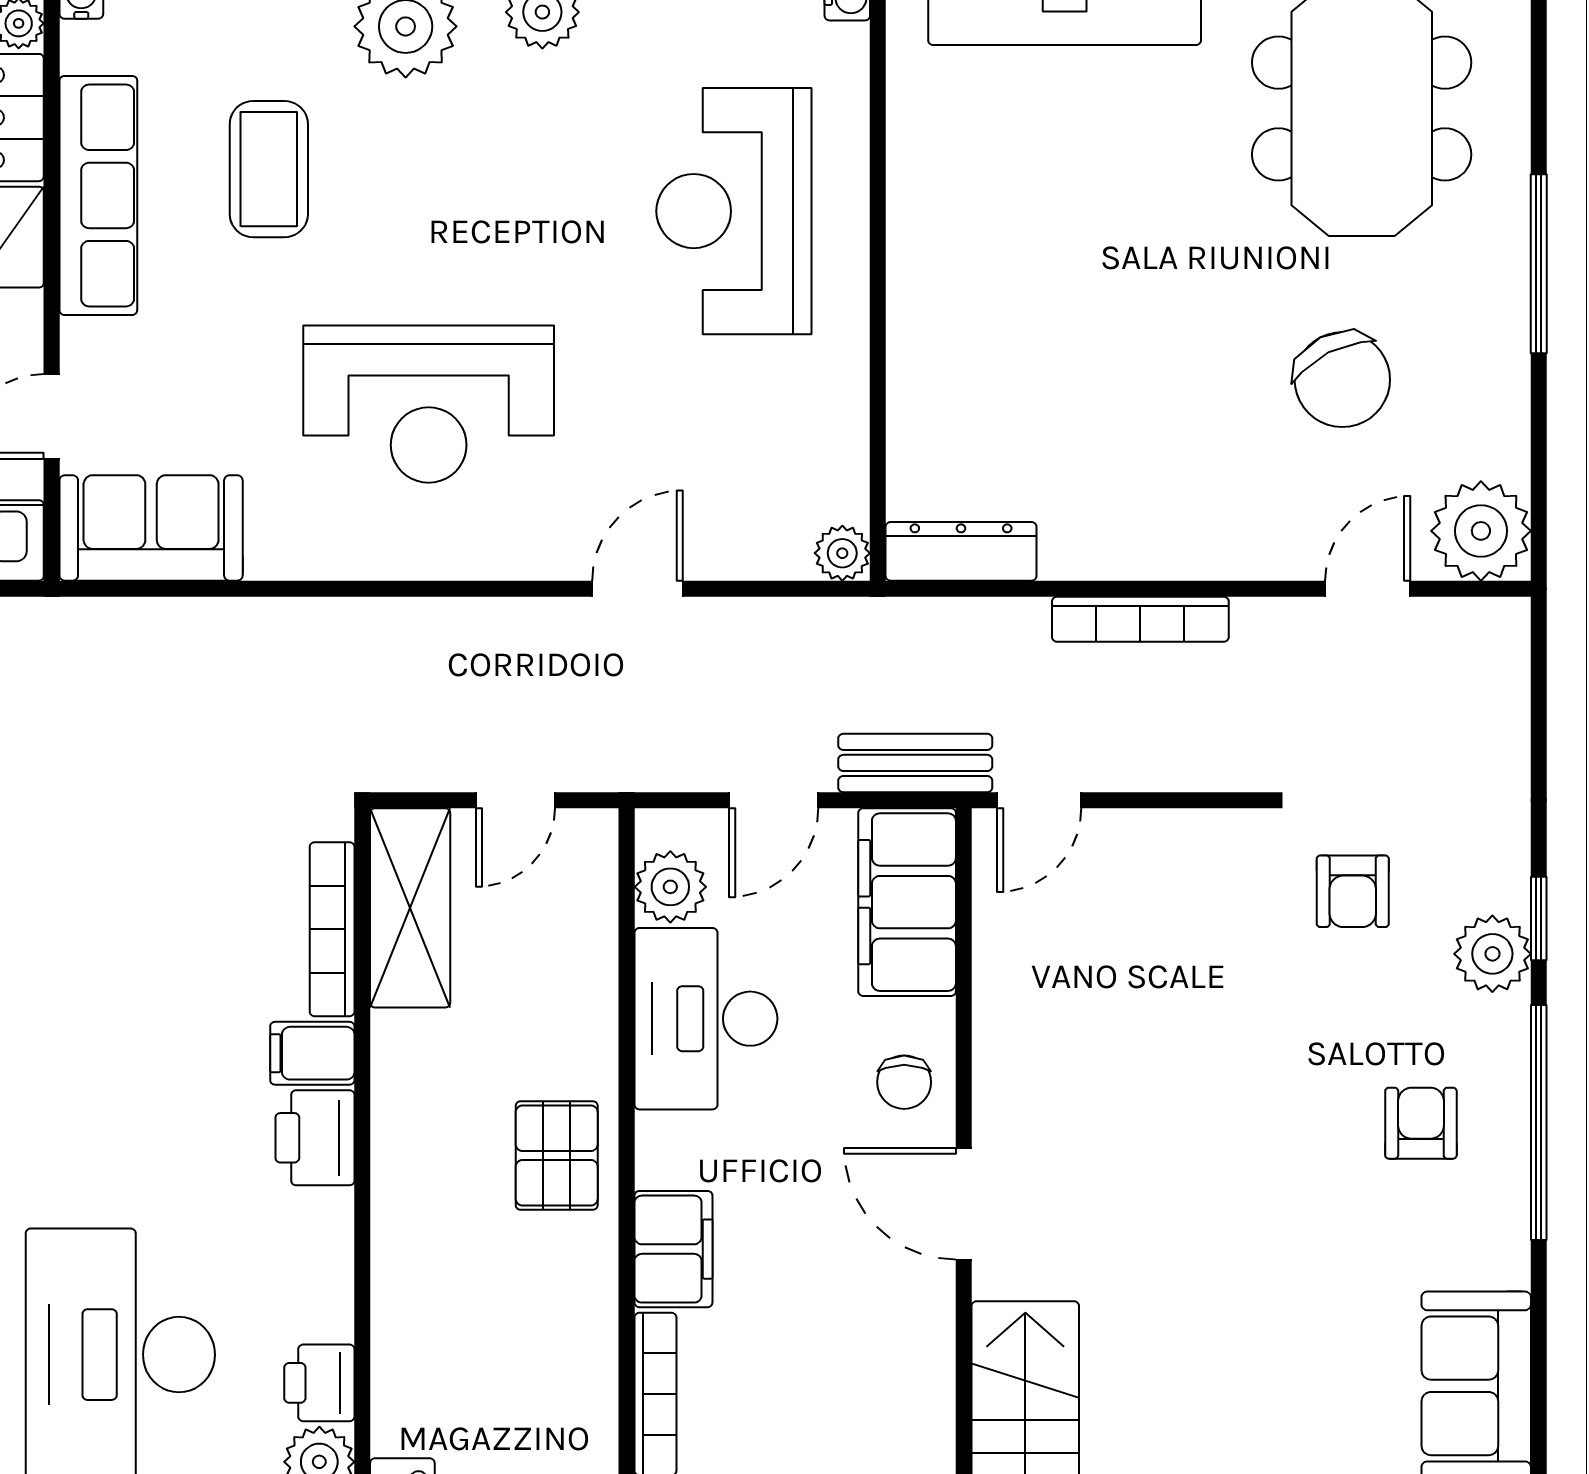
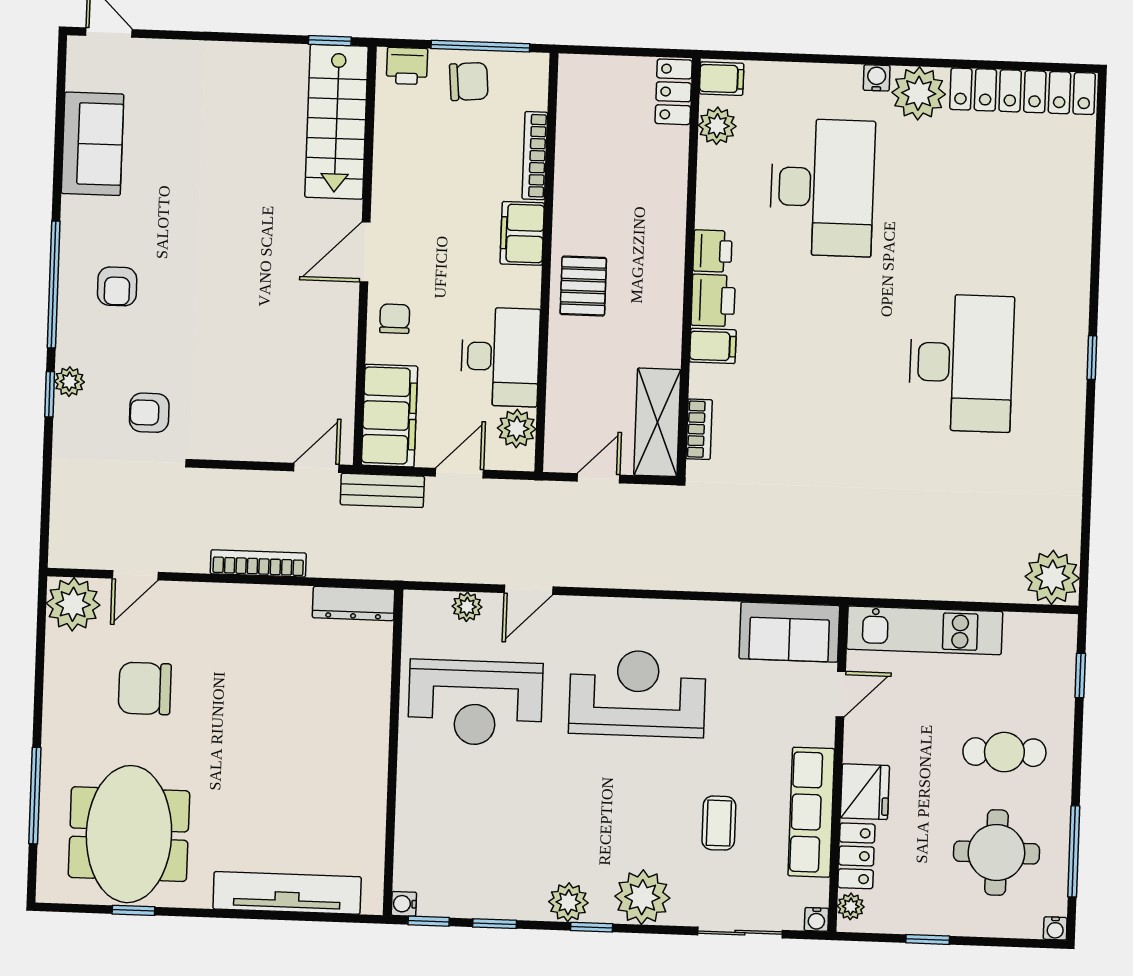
coffee table: (269, 169) -> (719, 823), width x0.73, depth x0.77
reception desk: (734, 211) -> (475, 703), moved, turned 90
window: (1539, 264) -> (35, 796), moved
chair: (1342, 380) -> (145, 688), turned -63
plant: (842, 553) -> (467, 607), moved
armchair: (1353, 891) -> (149, 413), turned -90
bookcase: (332, 929) -> (699, 429), width x0.64
plant: (1492, 954) -> (69, 382), width x0.73, depth x0.73
door: (964, 1204) -> (365, 252), swing flipped
printer: (319, 1383) -> (713, 251), moved

